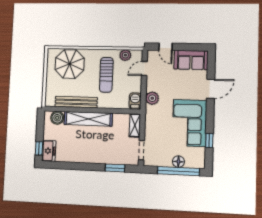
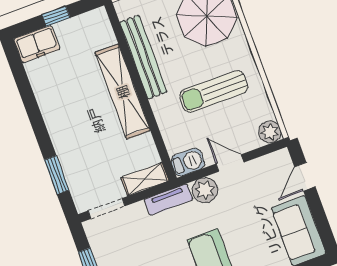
plant: (125, 55) -> (270, 132), moved
door: (144, 68) -> (230, 163), moved
boiler: (57, 118) -> (102, 35), removed
tv unit: (150, 118) -> (169, 200), added
window: (39, 148) -> (56, 16), moved

